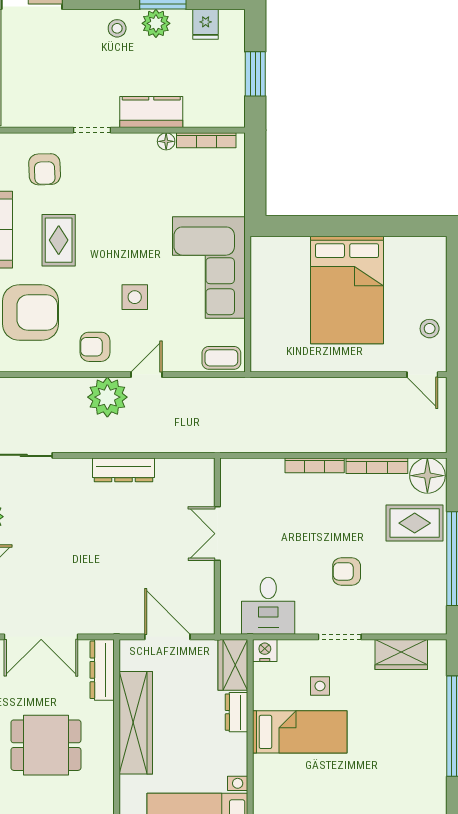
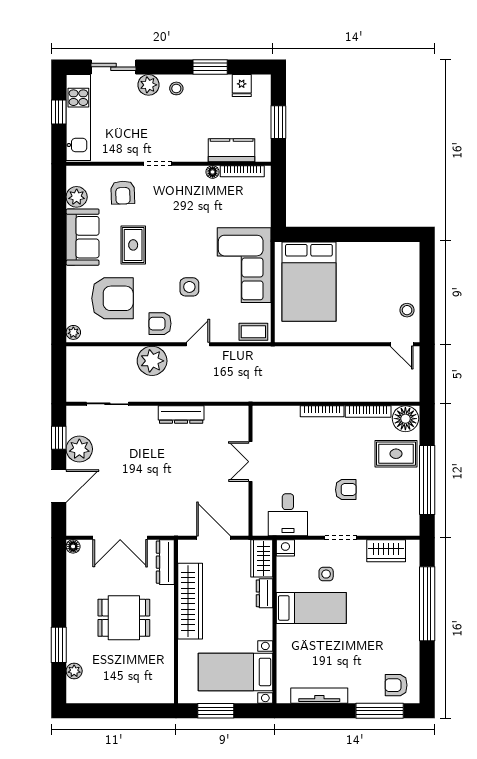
plant: (156, 23) -> (149, 85), moved
kitchen counter: (151, 112) -> (232, 150), moved
bed: (347, 290) -> (309, 282), moved
plant: (107, 397) -> (152, 361), moved
armchair: (347, 571) -> (346, 490), turned 180

